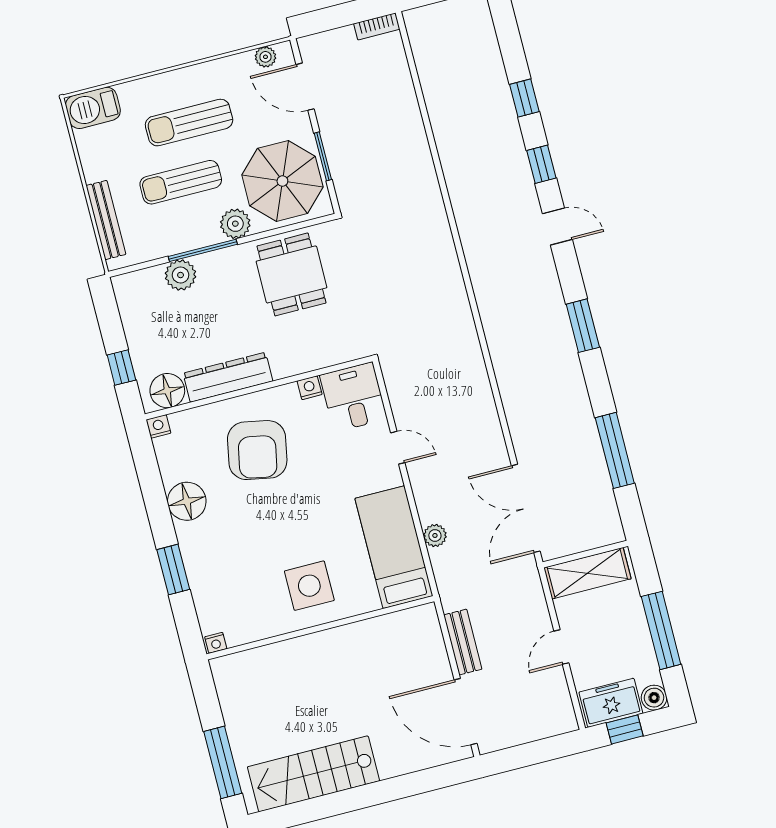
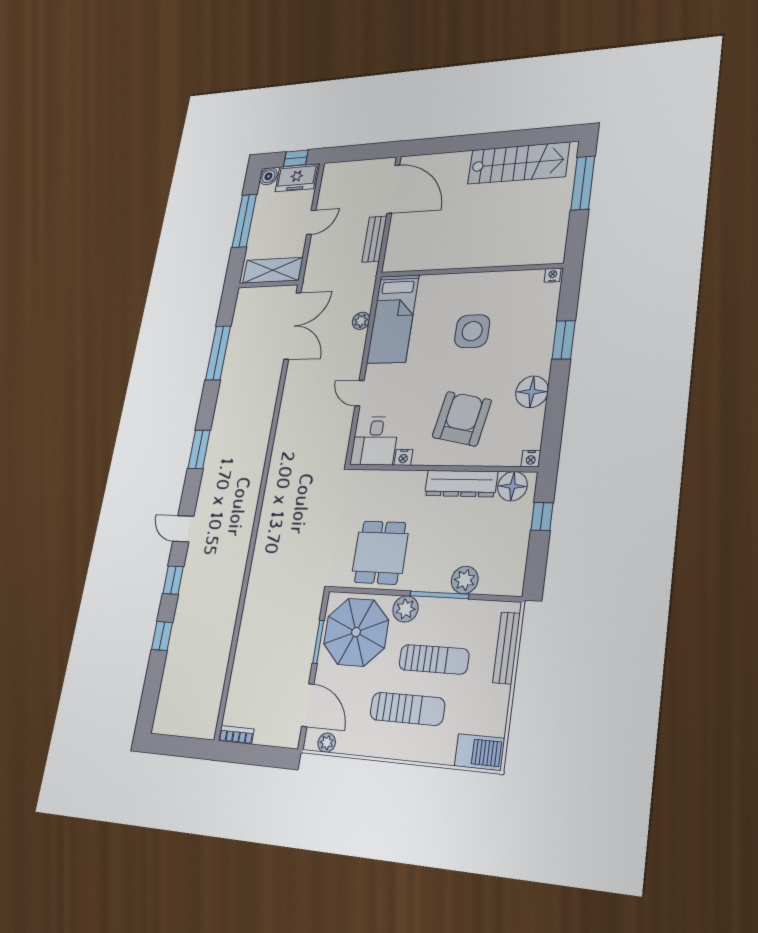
side table: (309, 586) -> (472, 331), moved

